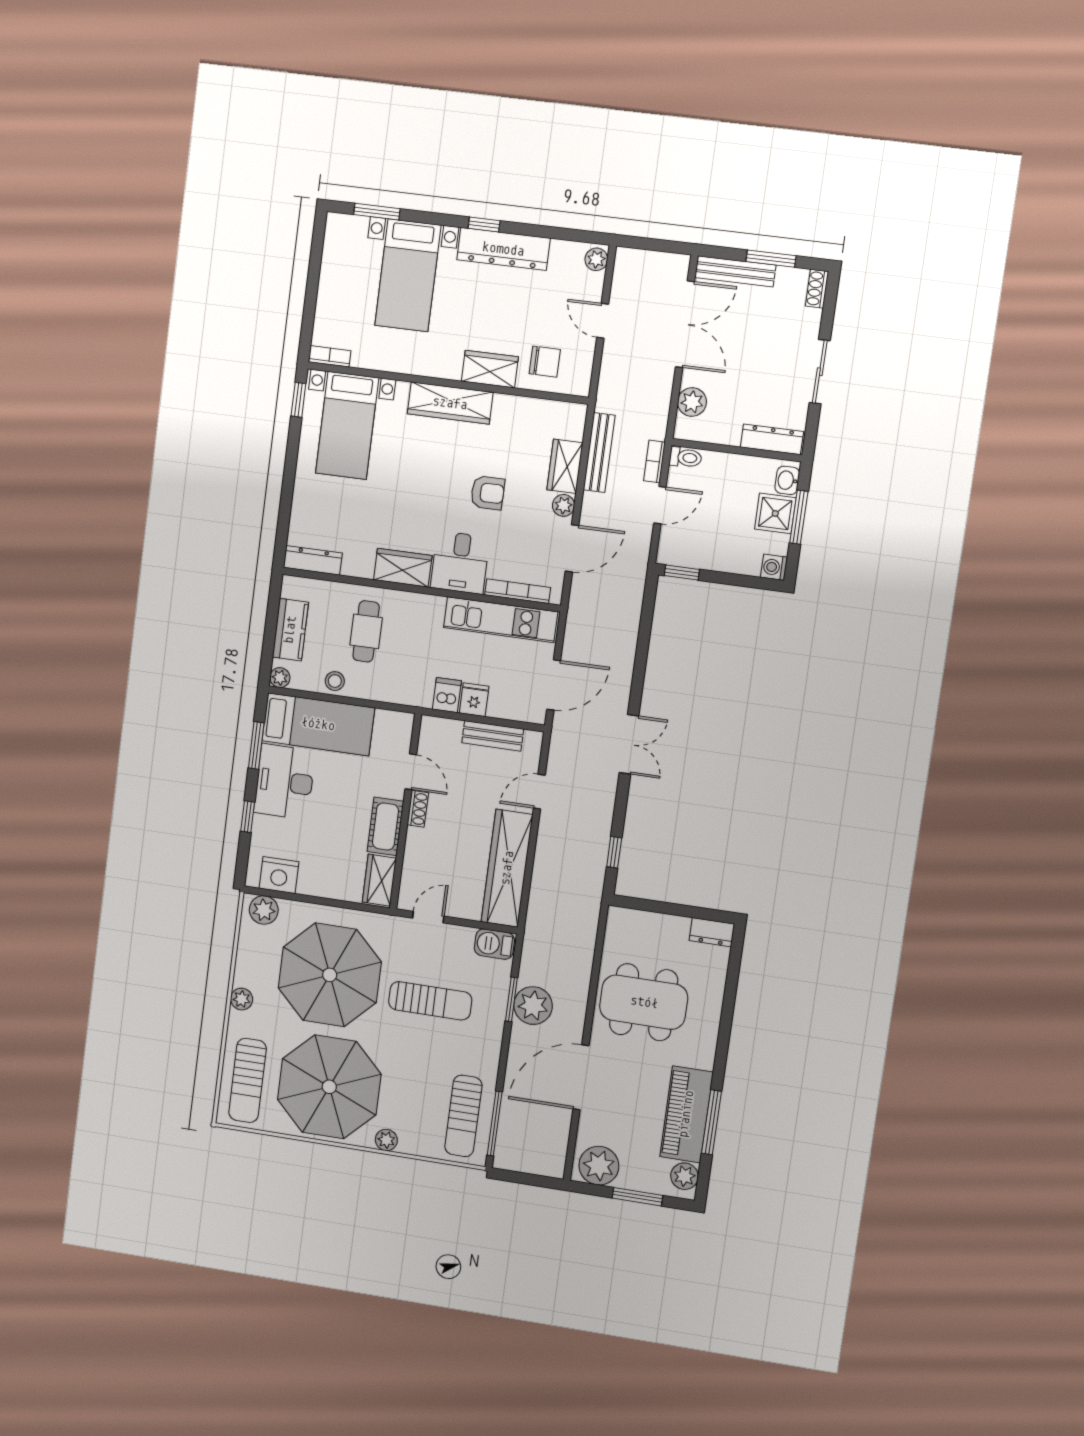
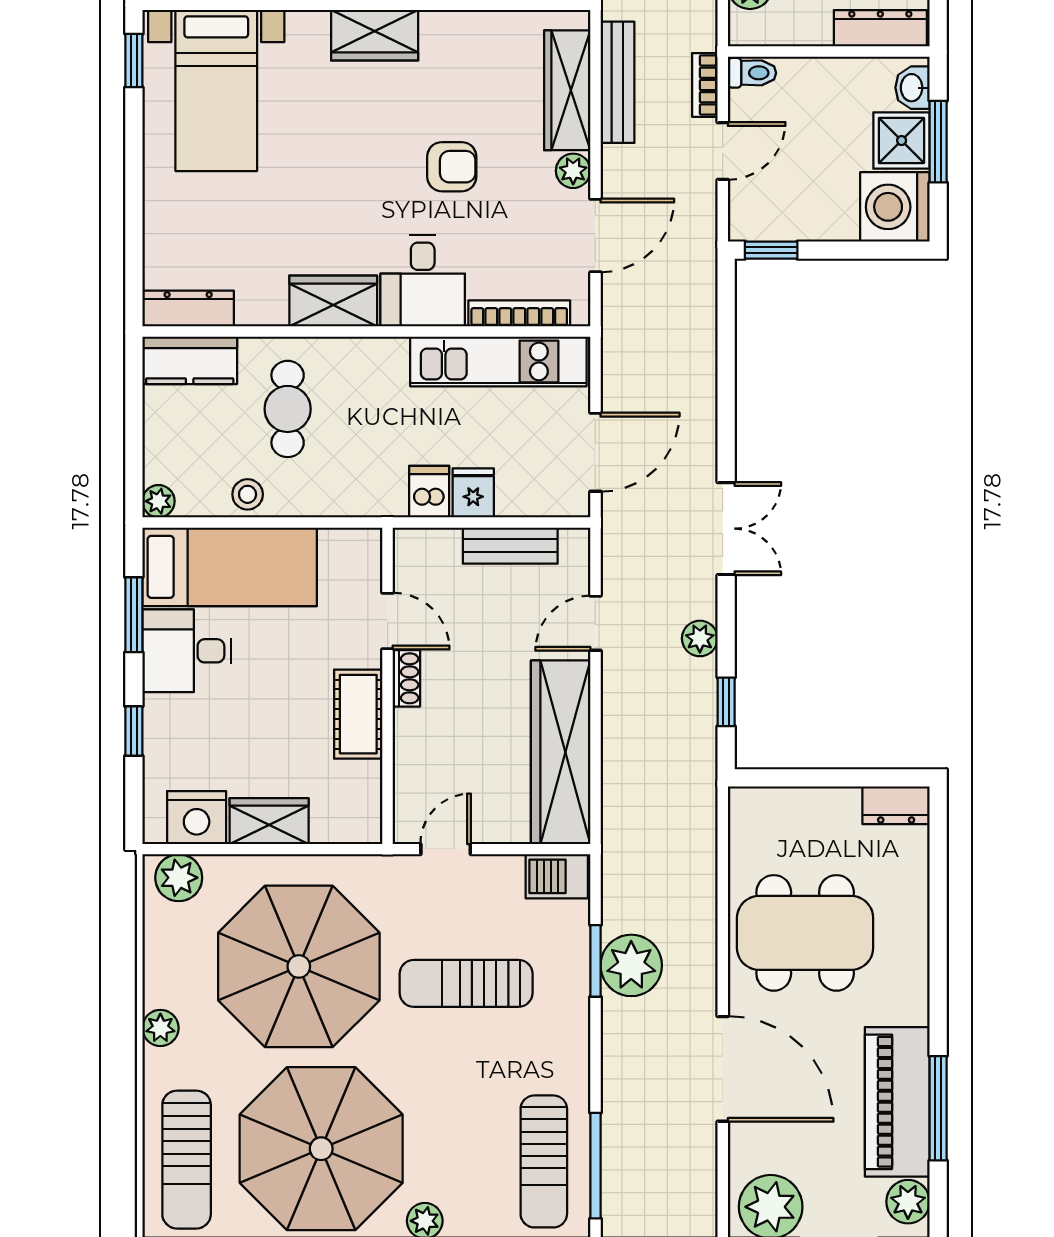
wardrobe: (450, 403) -> (375, 35), width x0.67
wardrobe: (565, 466) -> (567, 90), width x1.50
washing machine: (774, 567) -> (895, 207), width x1.89, depth x1.89
kitchen counter: (290, 630) -> (190, 360), moved, turned 90
desk: (285, 782) -> (187, 651), width x0.73
plant: (603, 810) -> (700, 638), added
wardrobe: (379, 880) -> (269, 821), moved, turned 90
sun lounger: (430, 1001) -> (466, 983), turned 180
door: (581, 1077) -> (723, 1069), swing flipped

